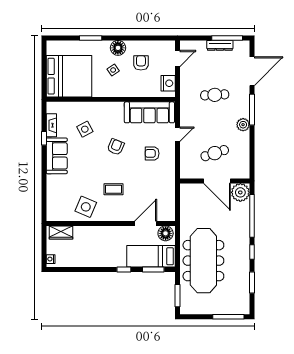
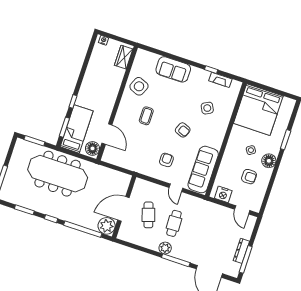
cafe table: (215, 95) -> (174, 223), moved
sofa: (57, 156) -> (173, 69), moved

